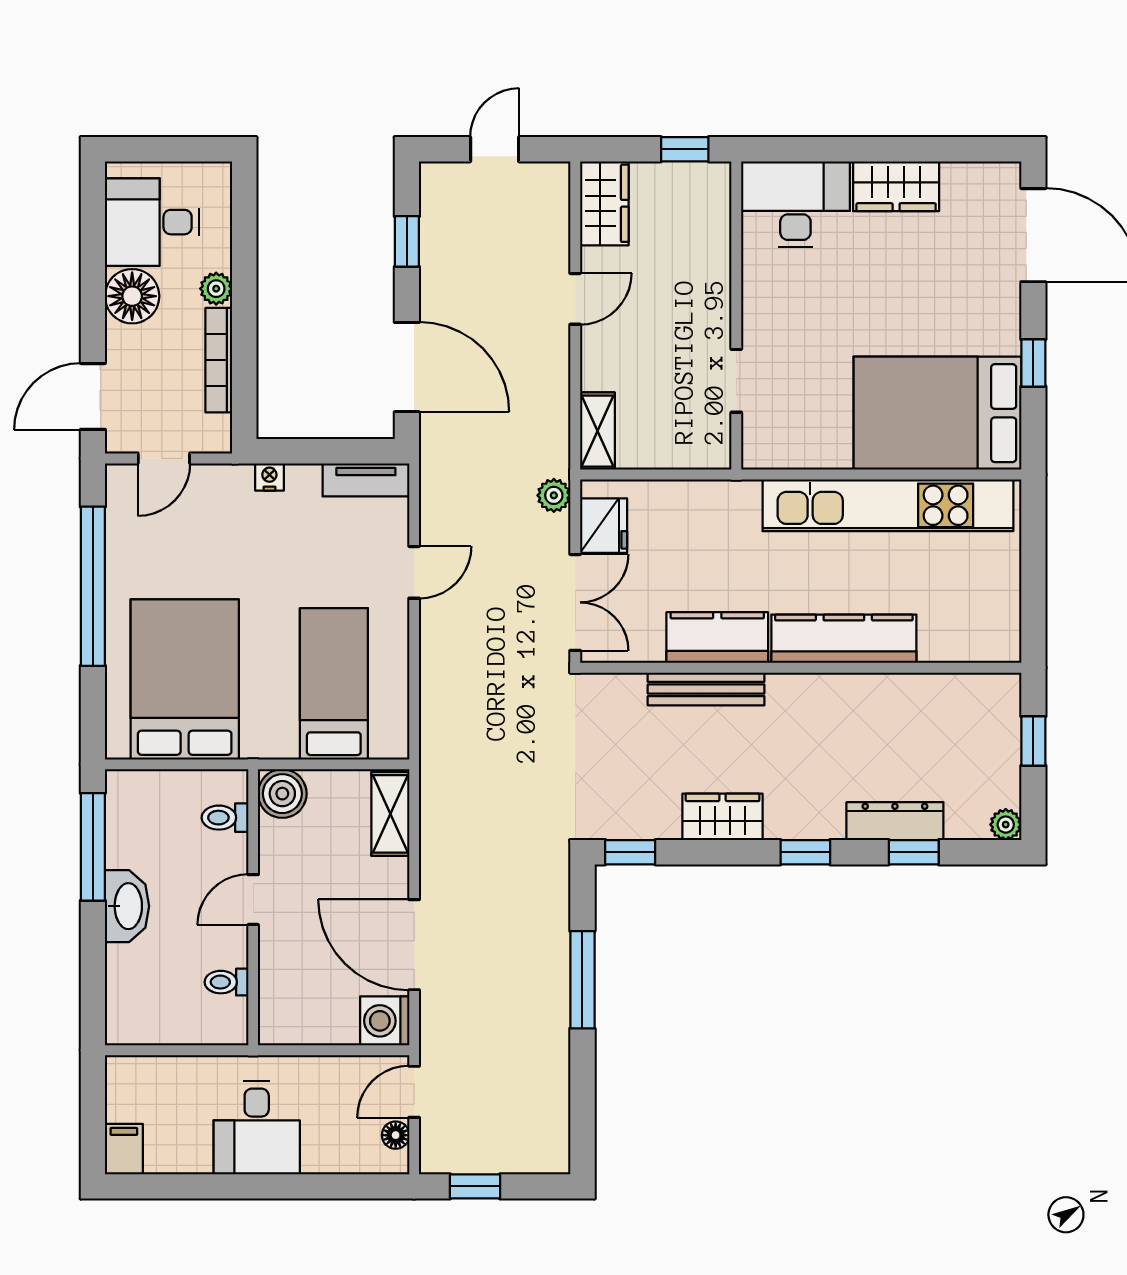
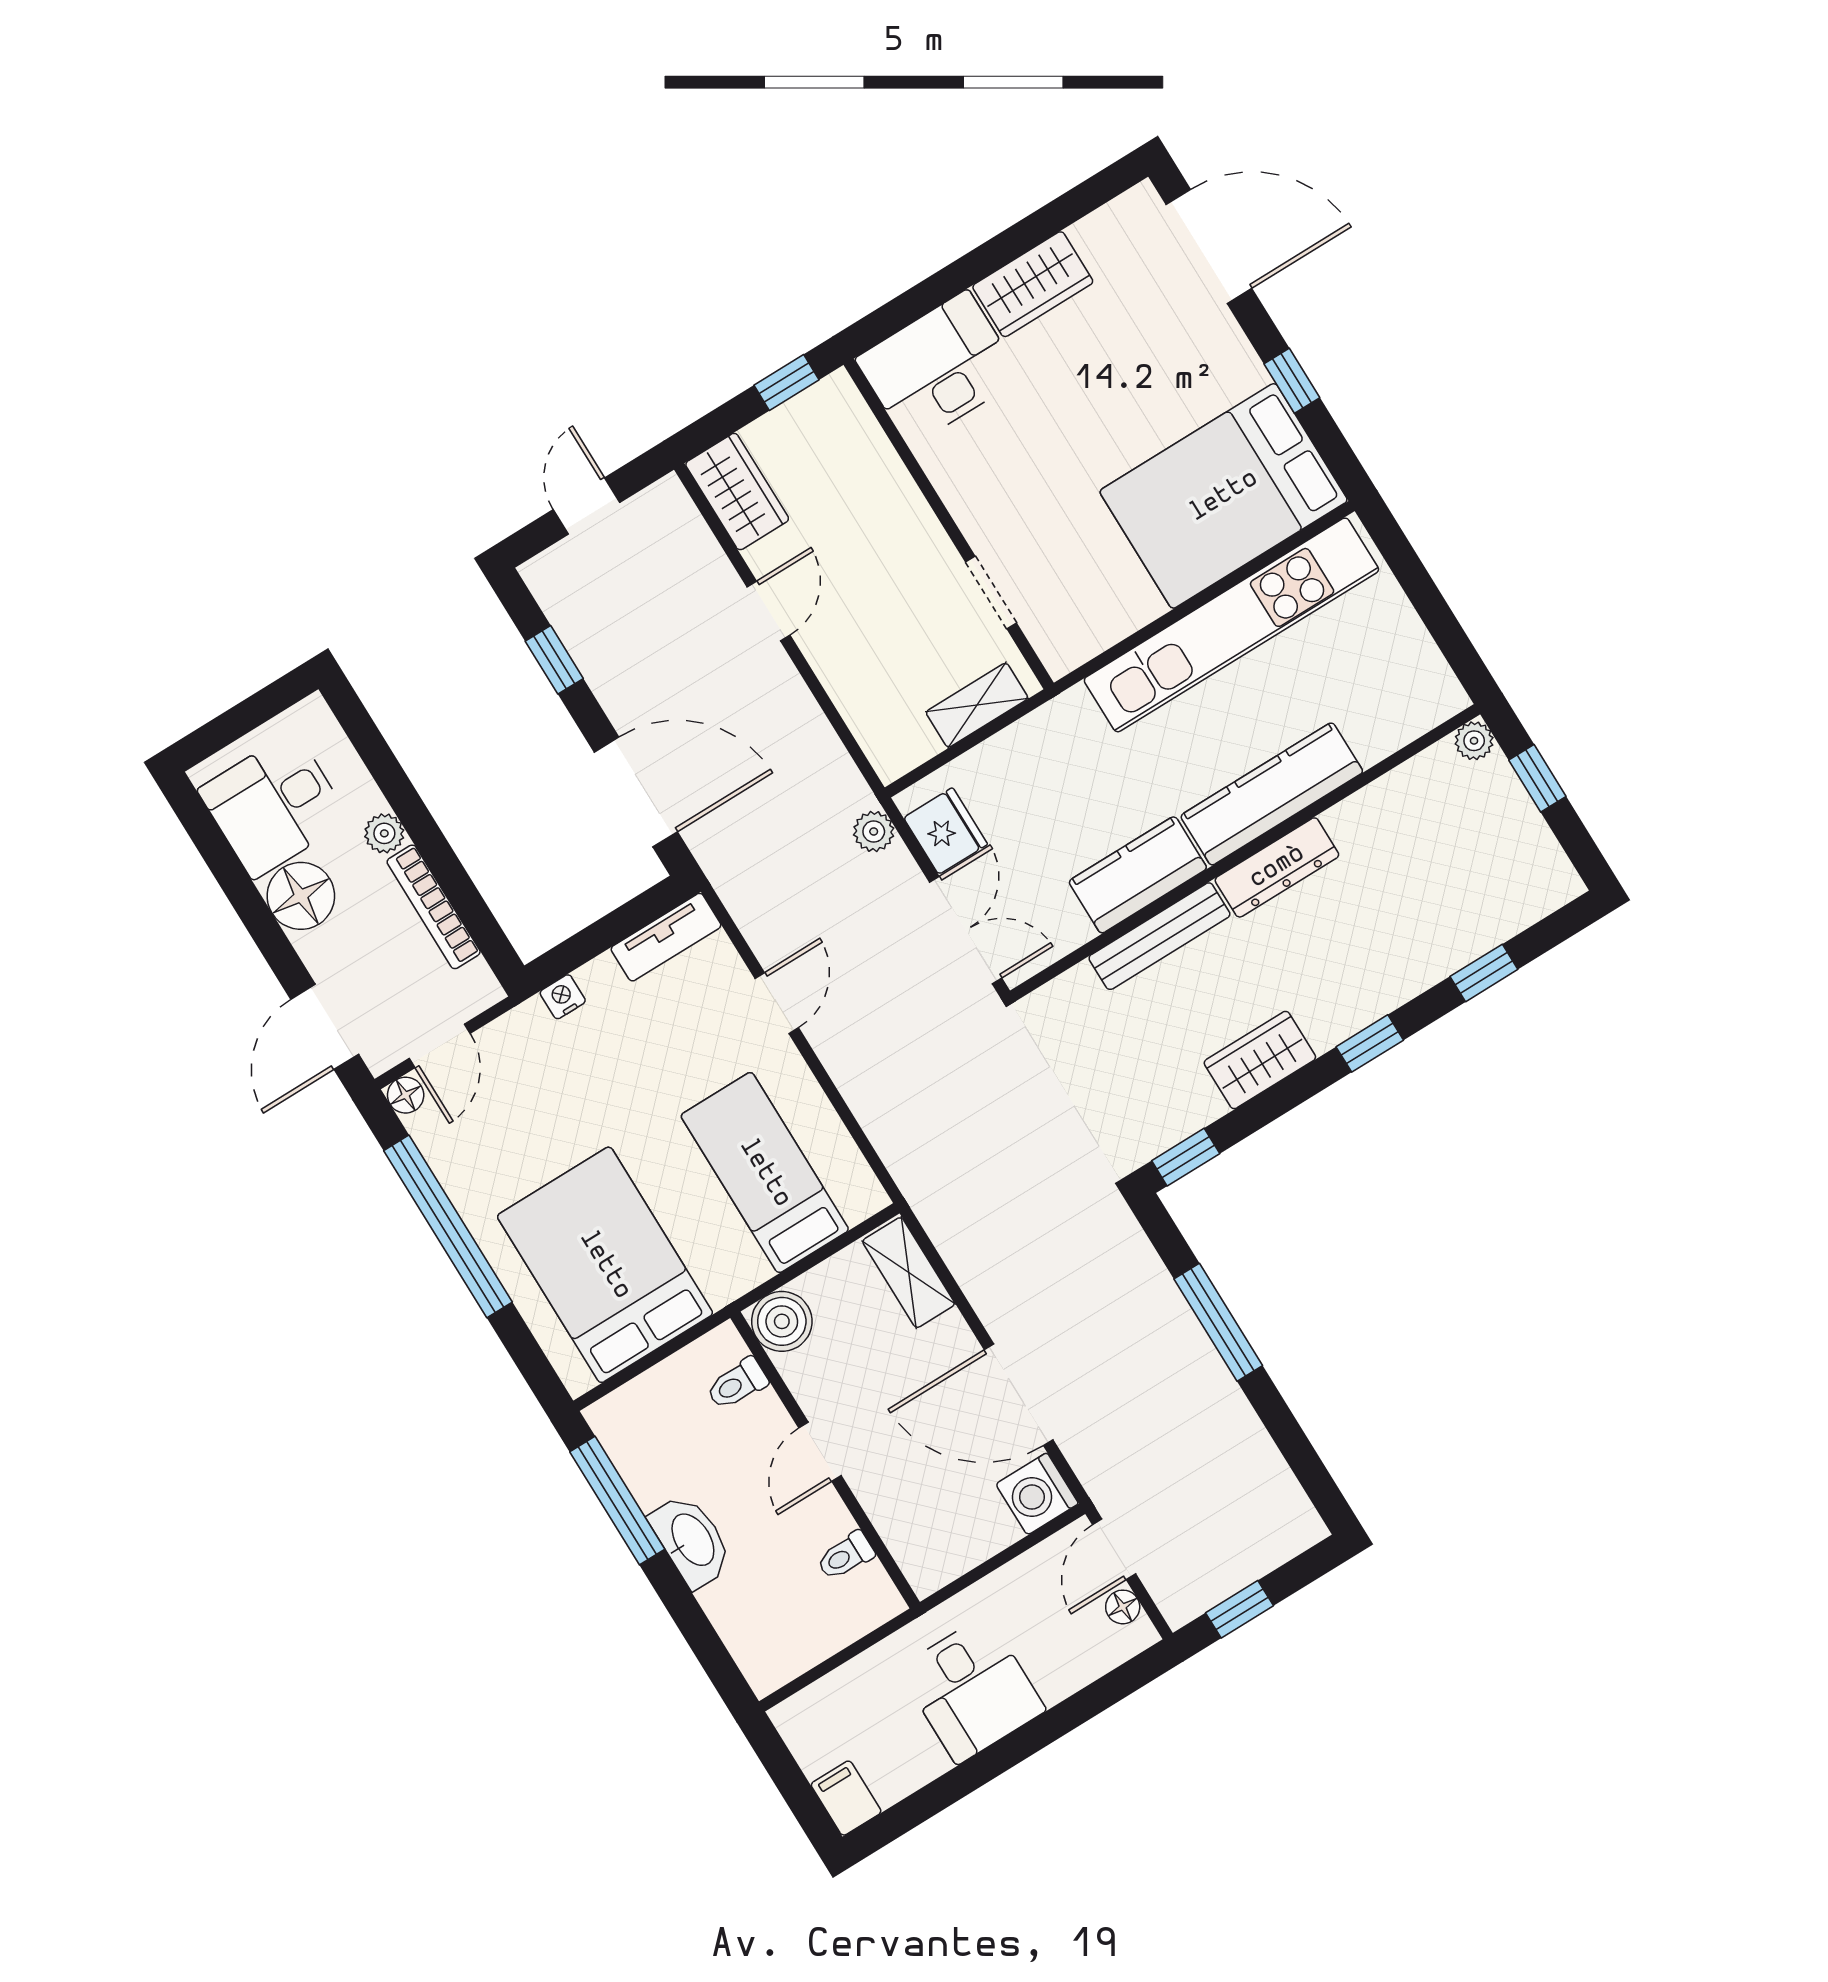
shelving: (597, 431) -> (977, 705), moved, turned 90
floor lamp: (120, 478) -> (406, 1095), added
dresser: (895, 821) -> (1277, 867), moved, turned 180
plant: (1006, 825) -> (1474, 741), moved

